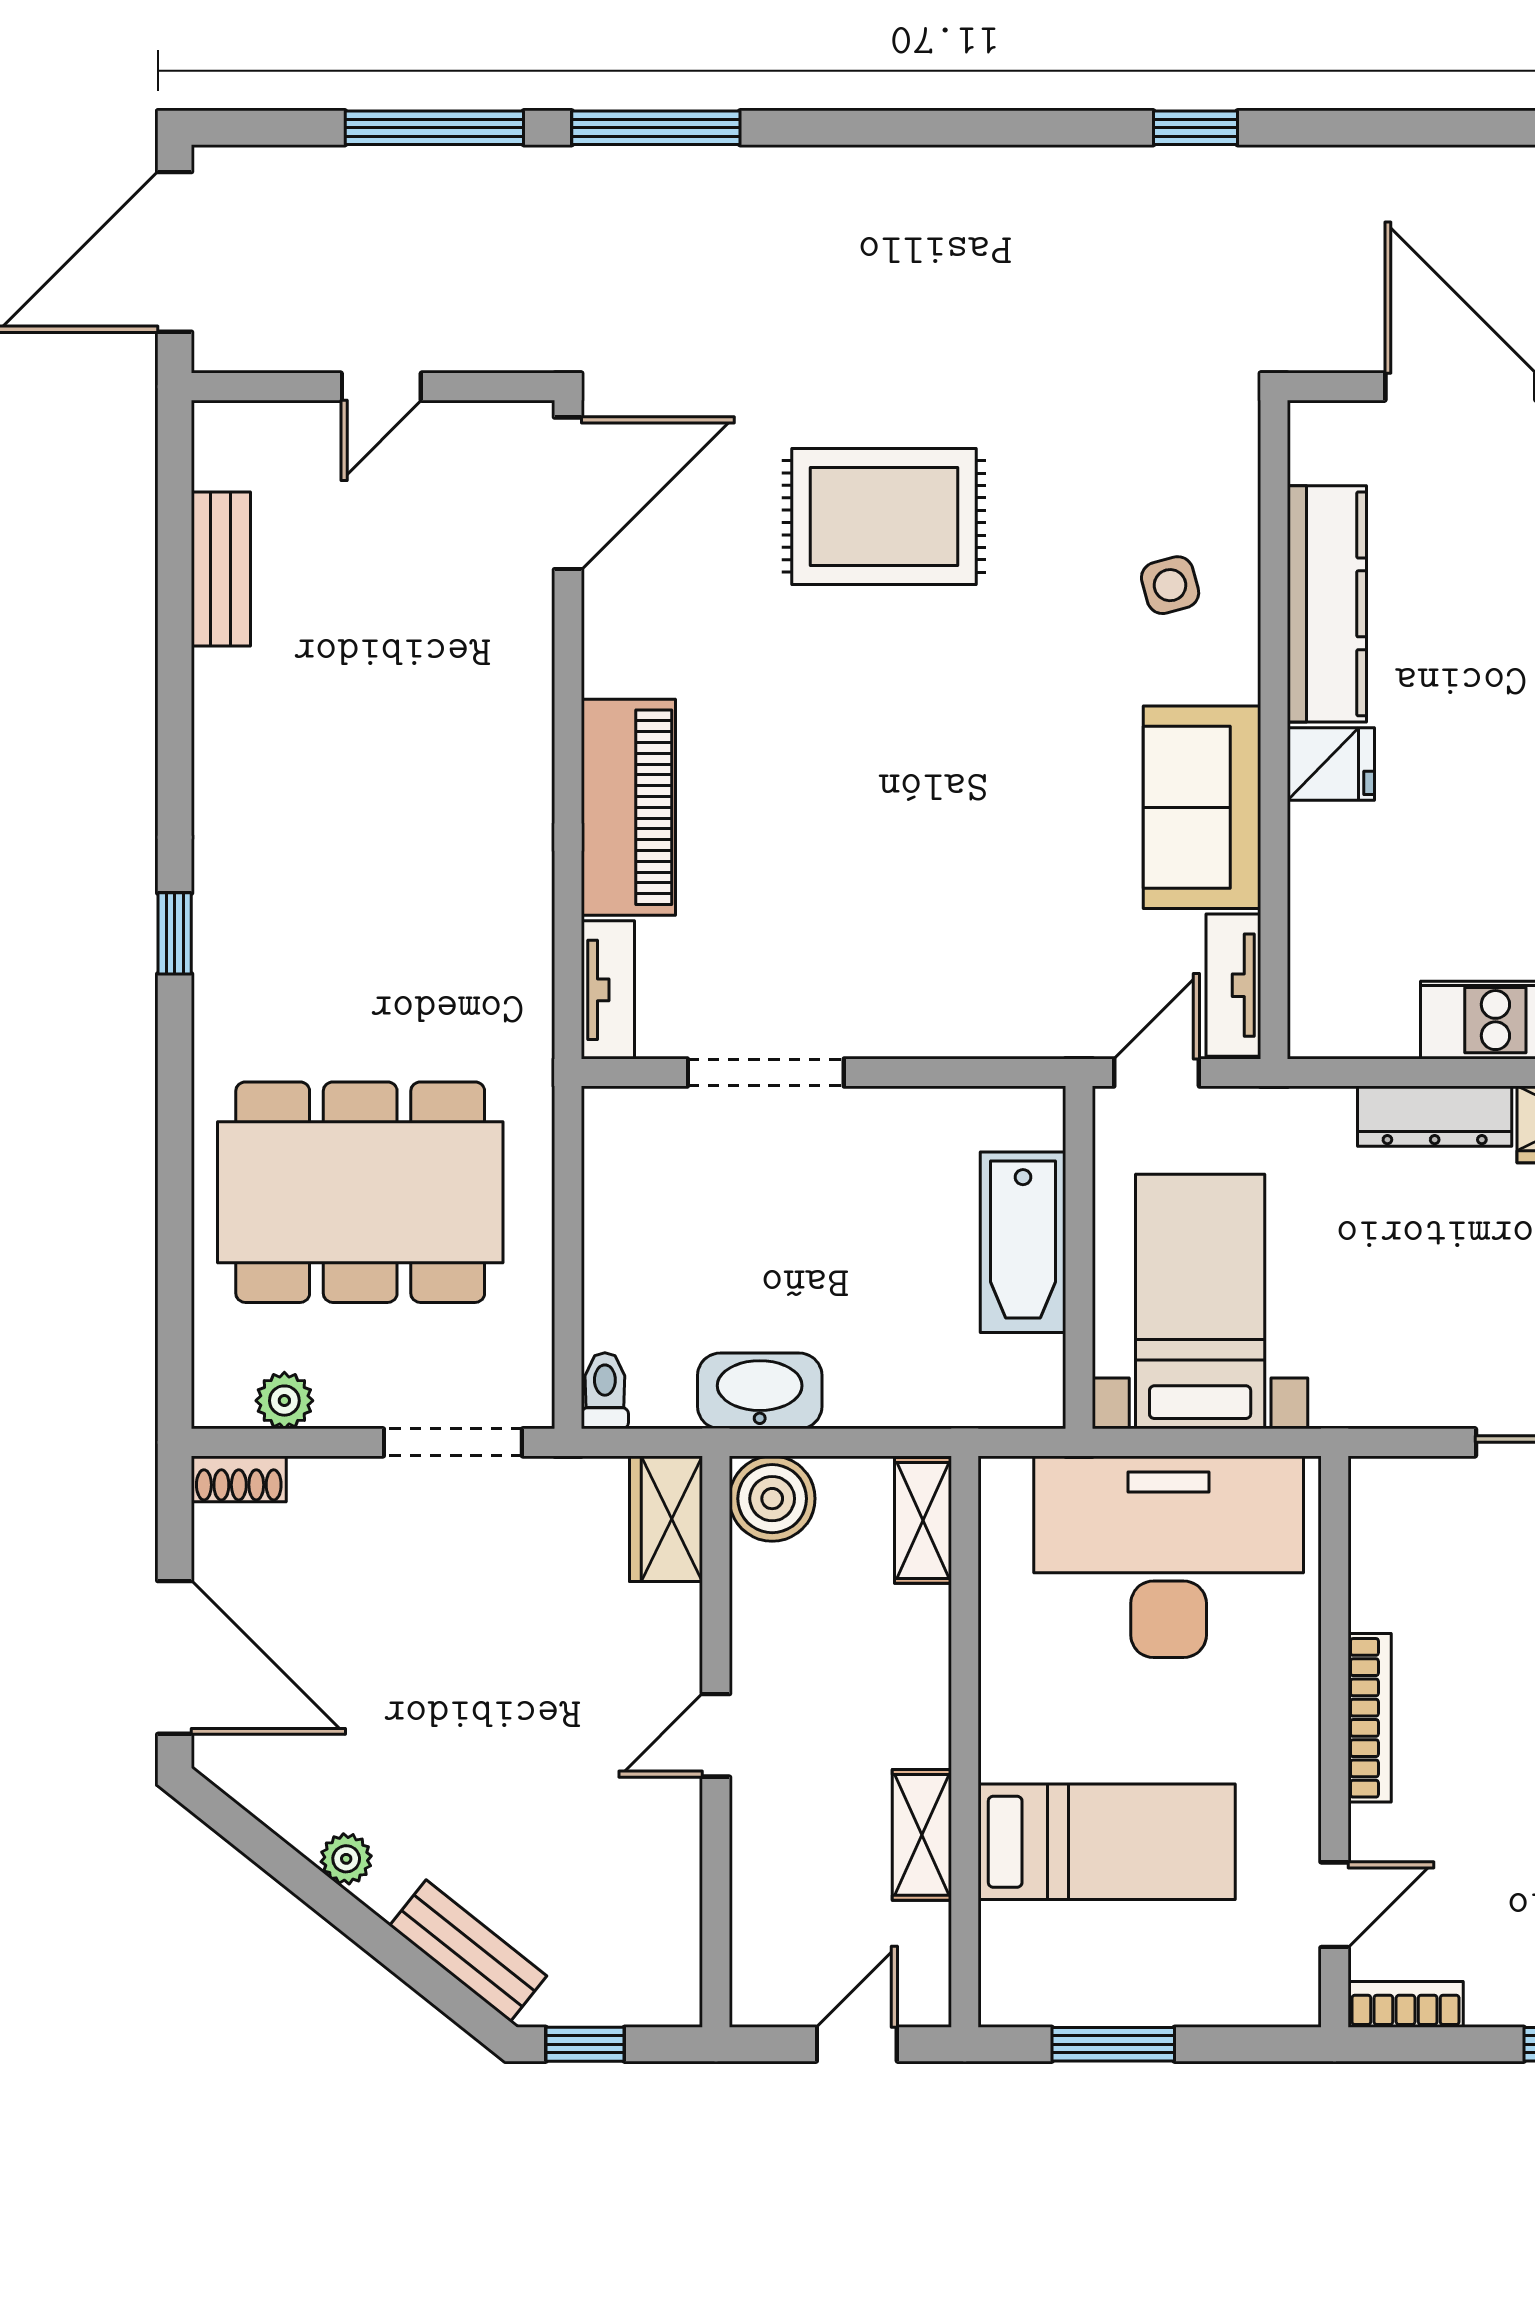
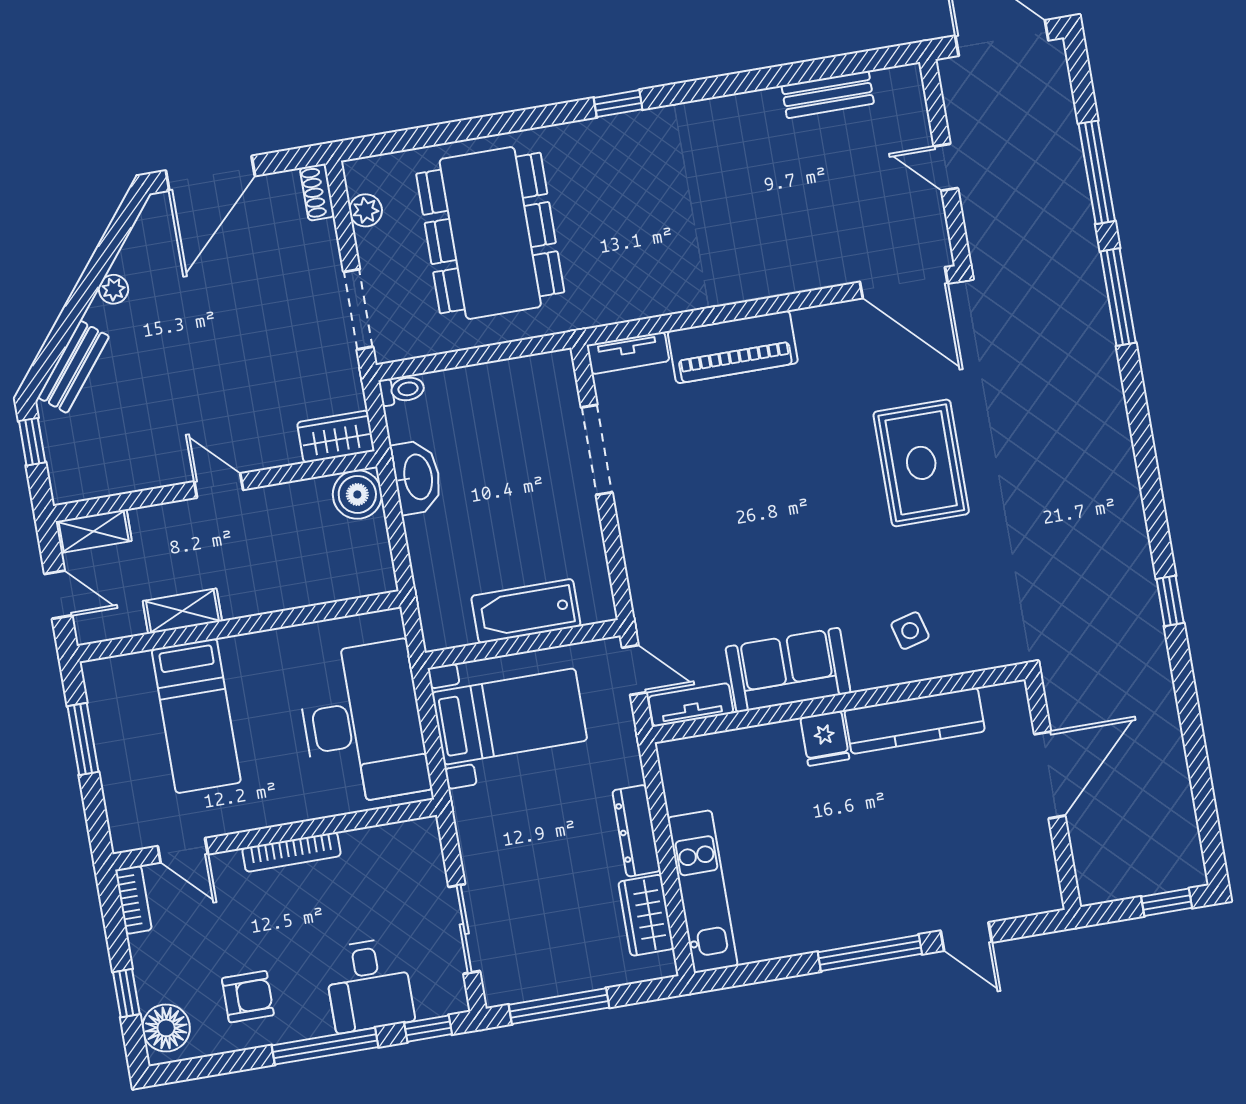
shelving: (923, 1520) -> (94, 531), moved

